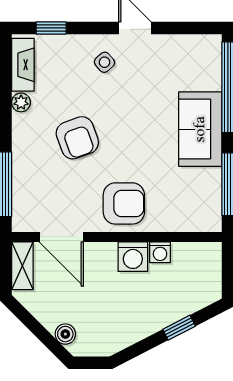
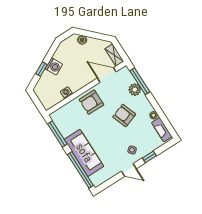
window: (51, 28) -> (149, 157), moved
sofa: (200, 129) -> (84, 153), width x1.36
plant: (26, 174) -> (135, 90), added
washing machine: (133, 257) -> (54, 66), moved, turned 153

